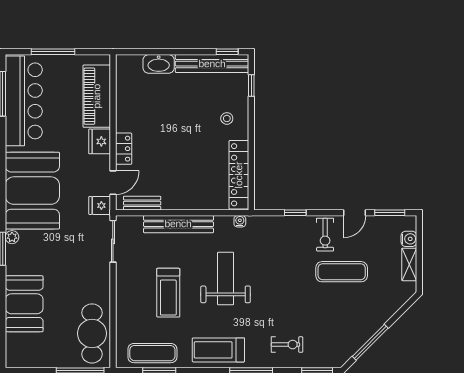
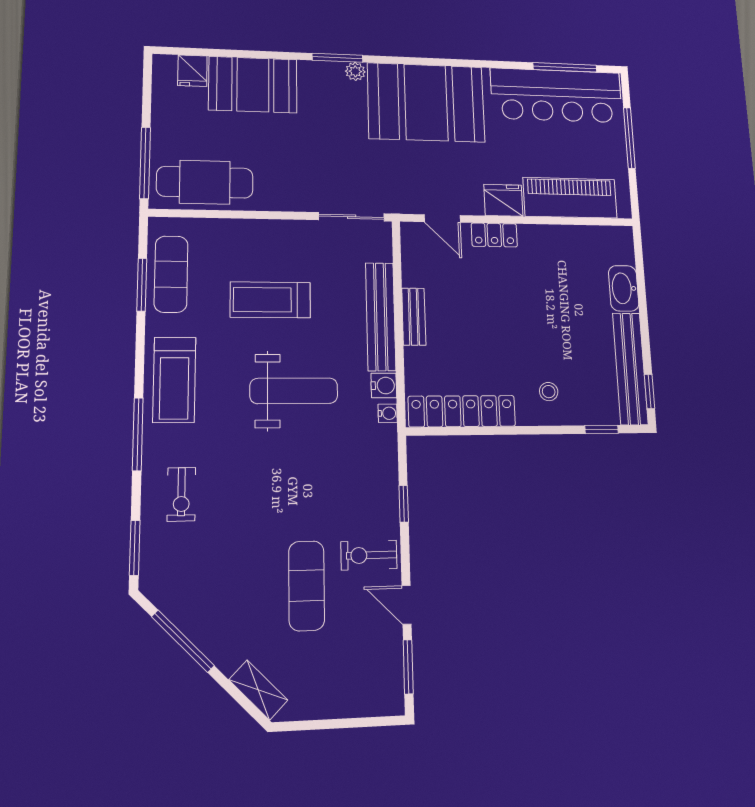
bench: (142, 203) -> (414, 317), moved
fridge: (100, 205) -> (192, 71), moved, turned 180
water cooler: (409, 239) -> (384, 386), moved, turned -90
shelving: (409, 264) -> (258, 690), moved, turned 45
treadmill: (218, 350) -> (174, 380), turned 180

